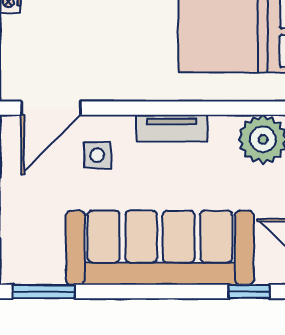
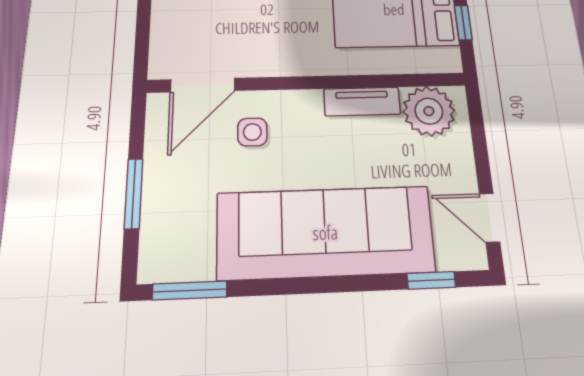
tv unit: (172, 128) -> (362, 102), moved

